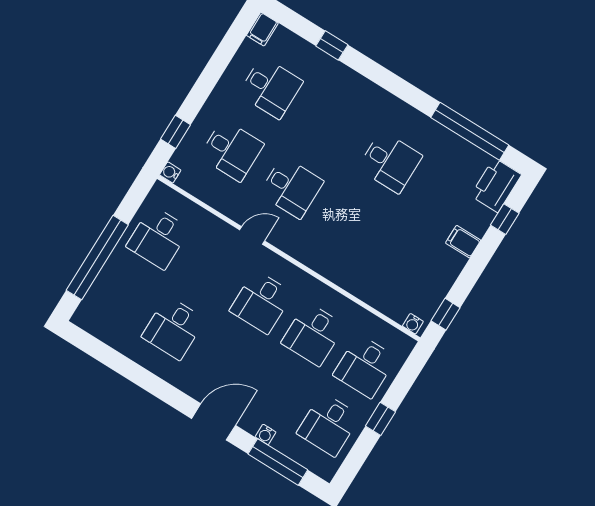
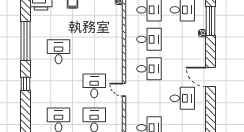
window: (332, 45) -> (25, 84), moved
window: (470, 131) -> (25, 41), moved
door: (214, 422) -> (210, 77), moved

